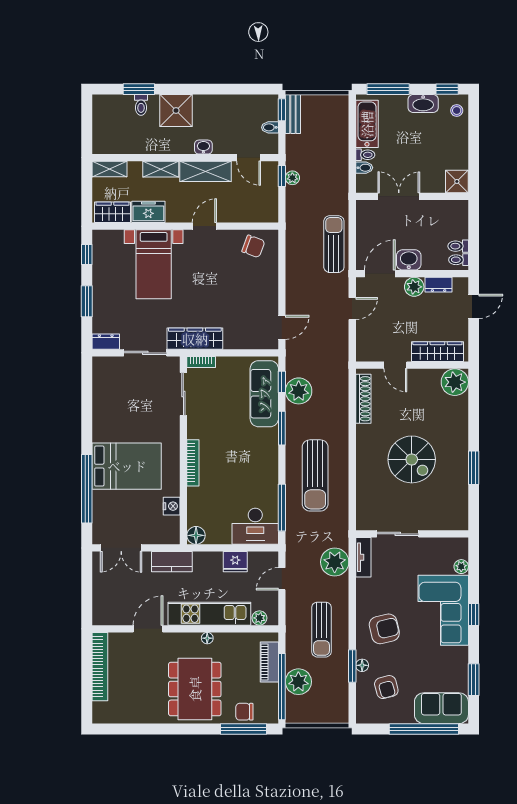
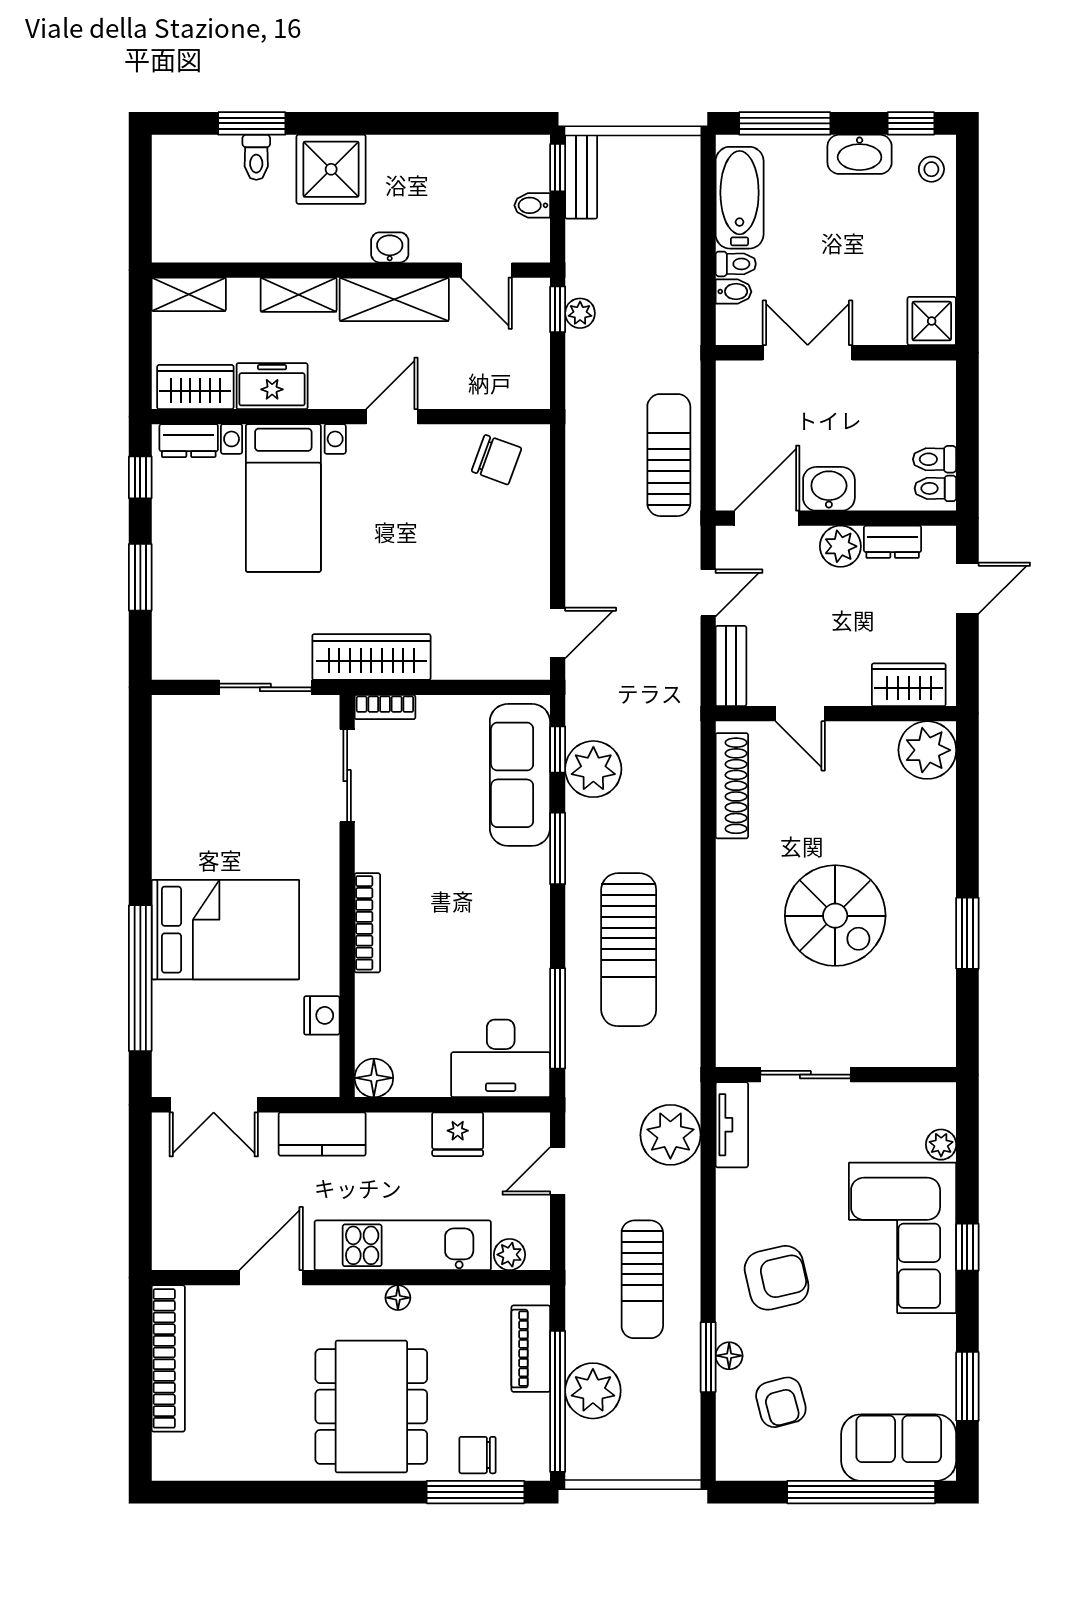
dresser: (106, 342) -> (189, 441), moved, turned 180
bench: (363, 343) -> (731, 666), added
wardrobe: (437, 352) -> (909, 685), width x0.67

